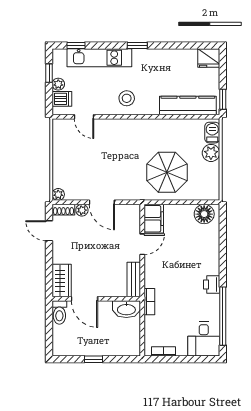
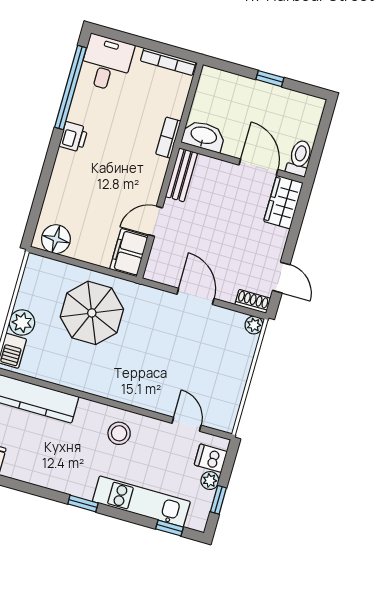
plant: (82, 210) -> (227, 293), removed
bookcase: (163, 351) -> (168, 62), width x1.56

